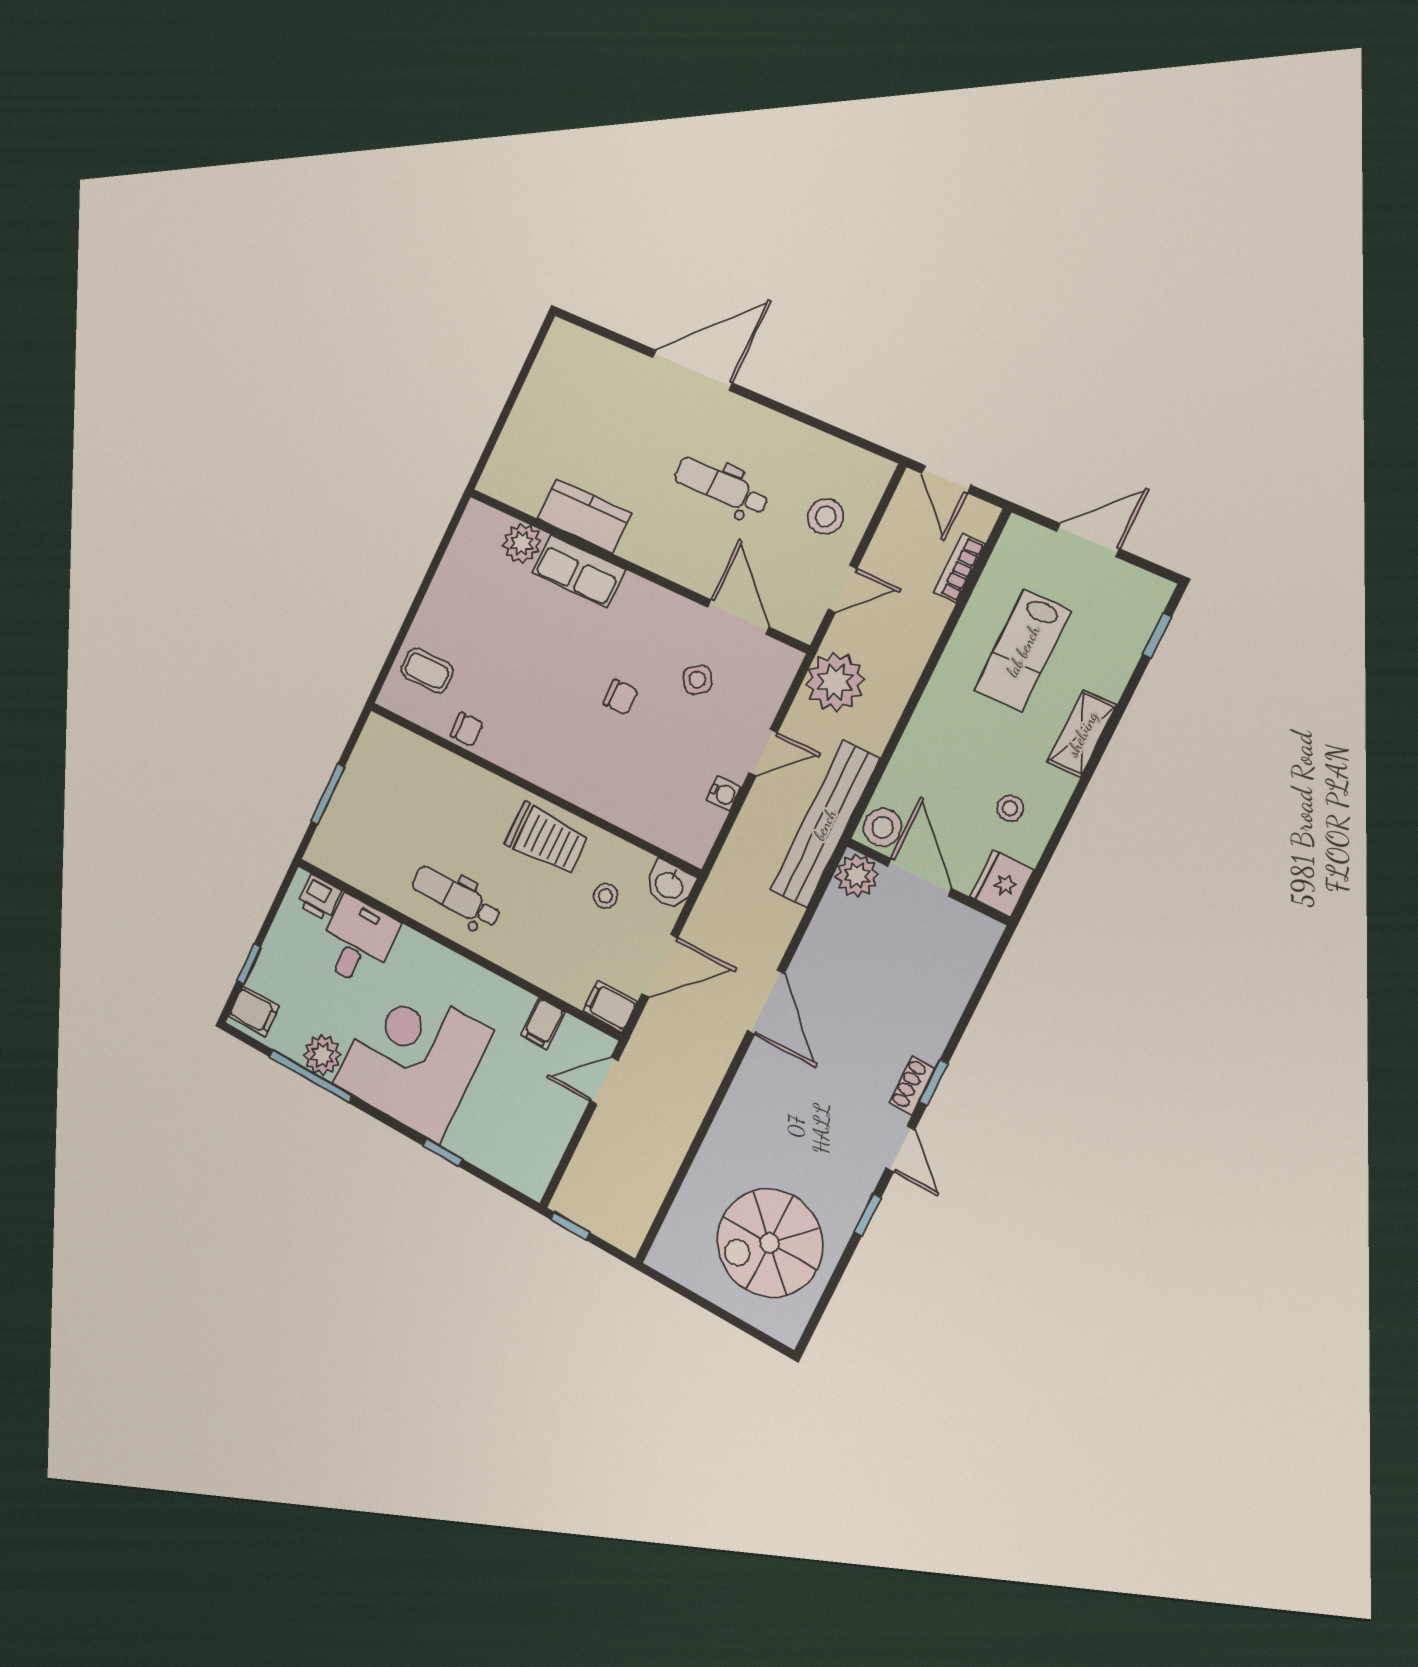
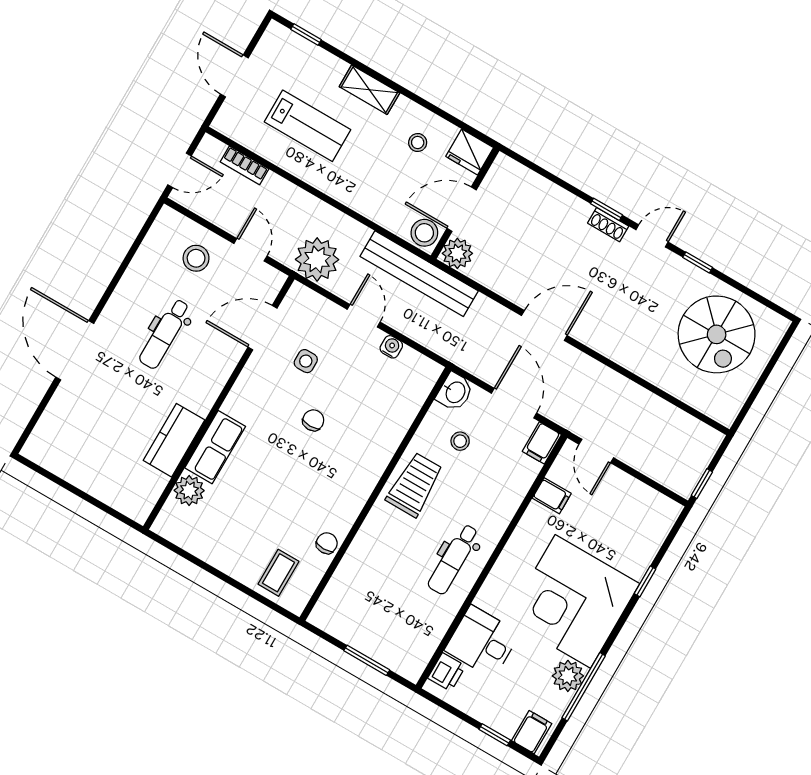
side table: (697, 680) -> (306, 361), turned 35

